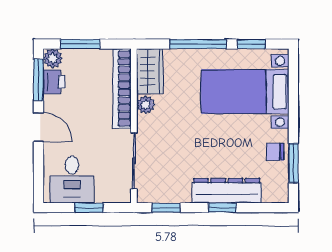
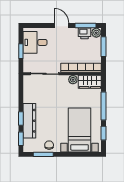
door: (38, 127) -> (62, 26), swing flipped
window: (166, 208) -> (21, 139), moved

